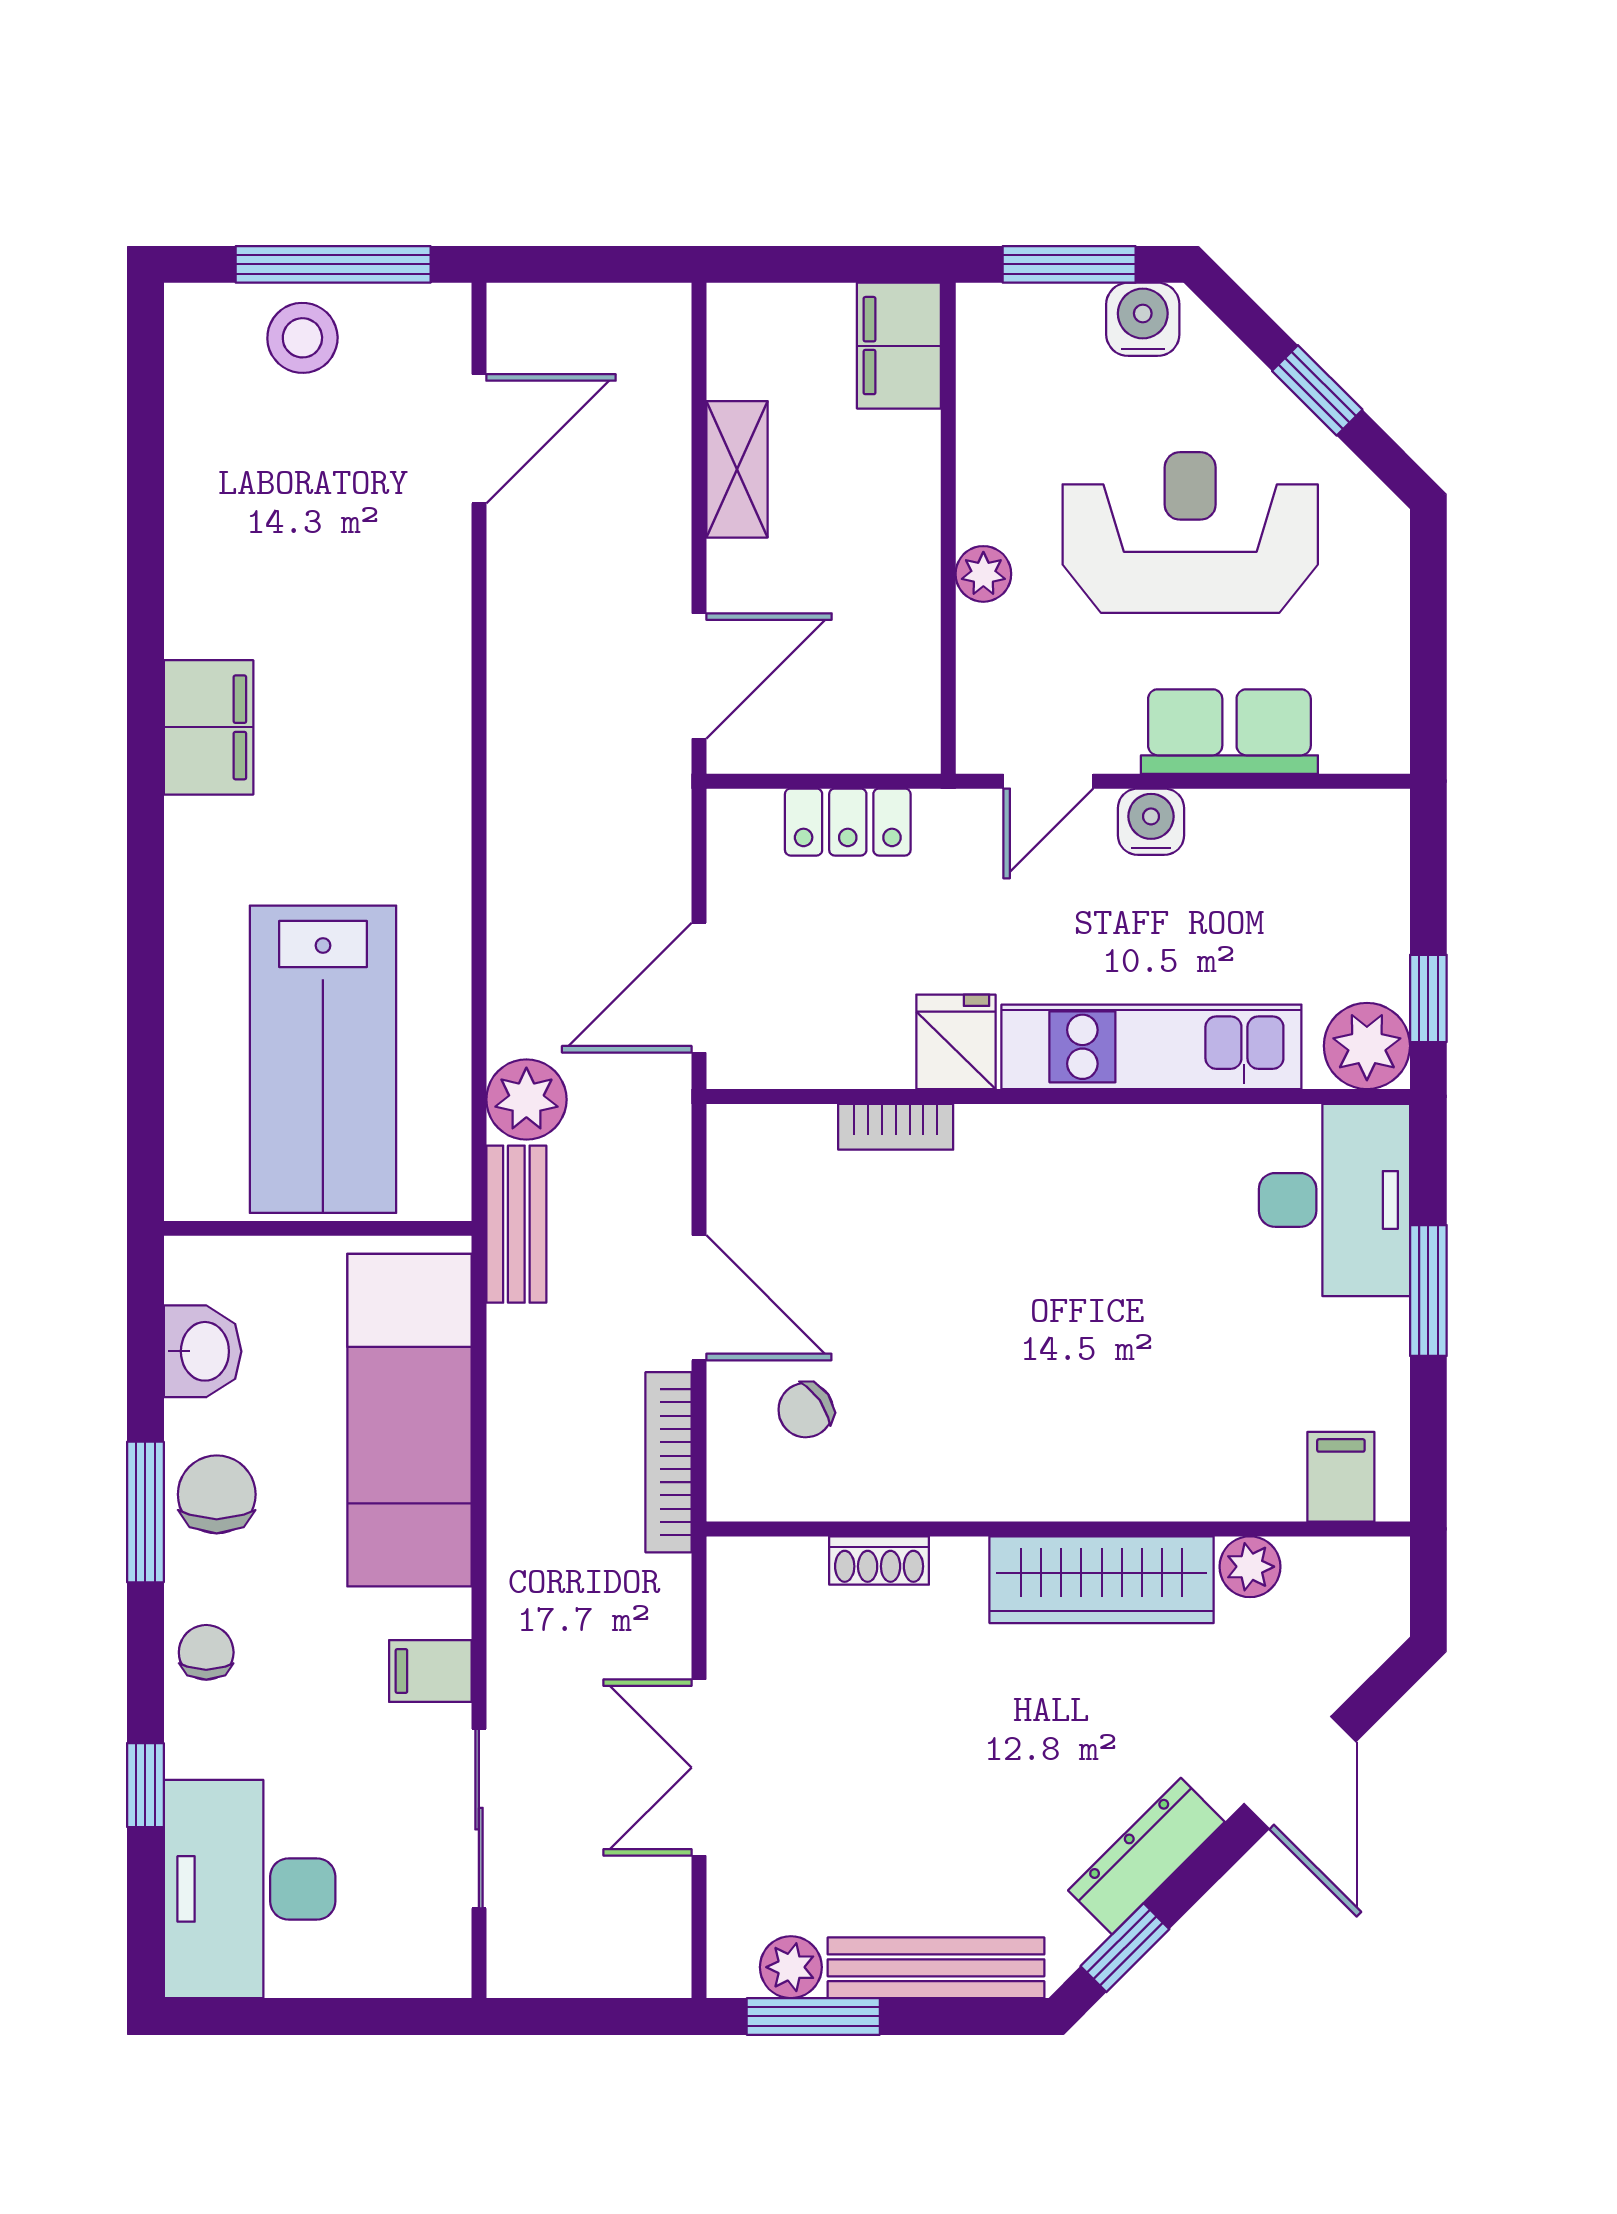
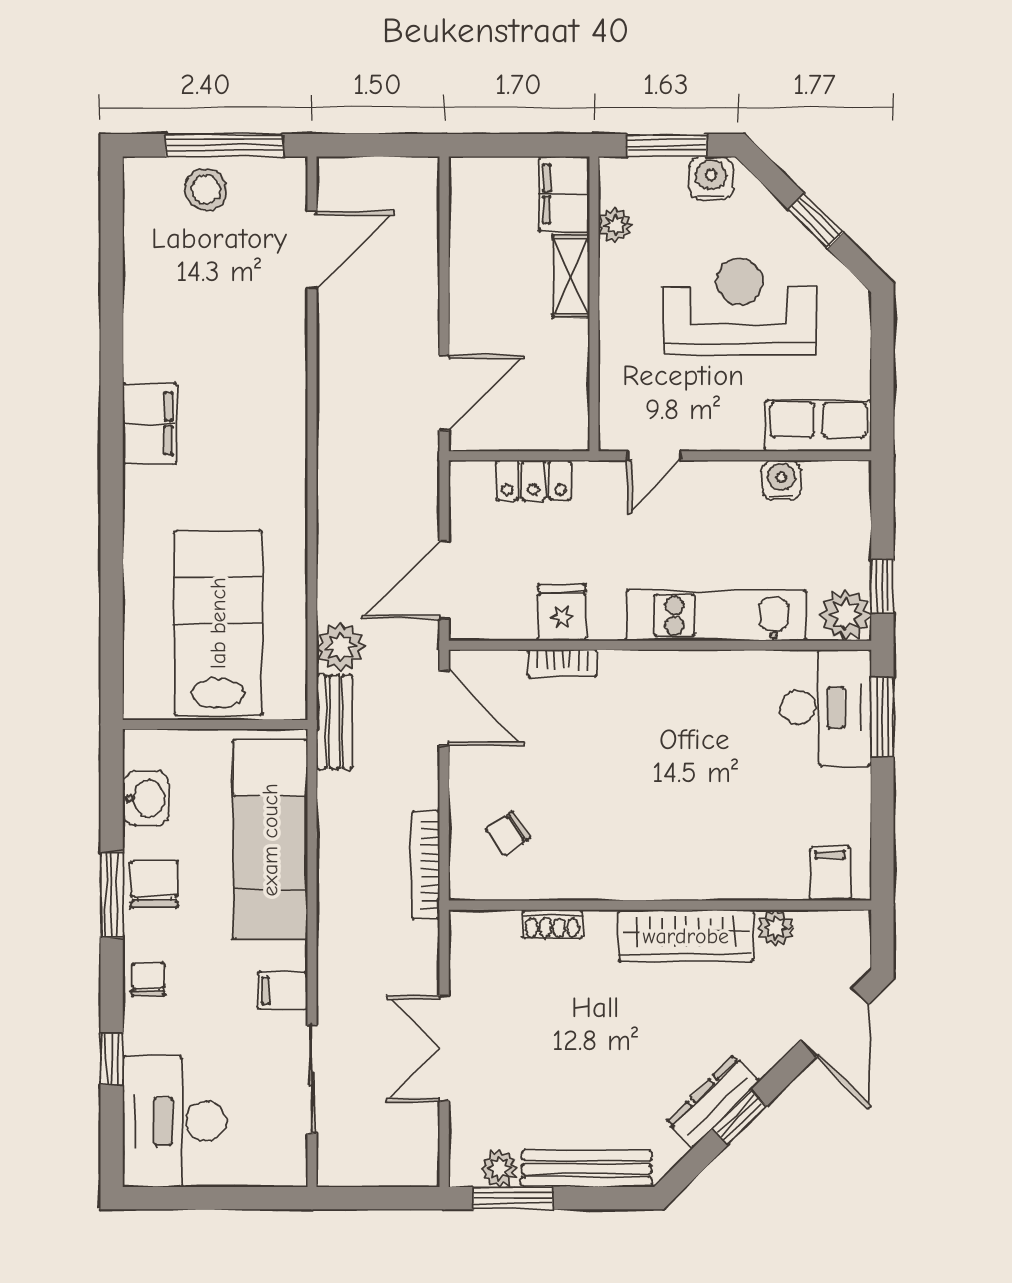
shelving: (737, 469) -> (571, 276), moved
plant: (983, 574) -> (615, 225), moved
row of seats: (1229, 732) -> (818, 426), moved
water cooler: (1151, 822) -> (781, 480), moved
fridge: (956, 1042) -> (562, 612), moved
lab bench: (323, 1059) -> (218, 623), turned 180
window: (1428, 1290) -> (882, 717), moved
door: (699, 1298) -> (444, 708), moved
door: (1300, 1773) -> (835, 1022), moved
window: (1125, 1948) -> (739, 1118), moved

